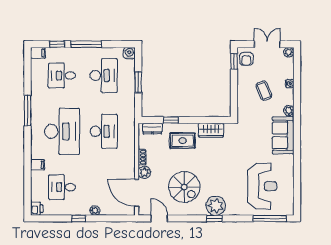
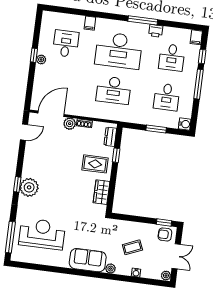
desk: (62, 76) -> (172, 57), turned 180
desk: (104, 76) -> (167, 97), width x0.73
rug: (183, 141) -> (95, 164), turned 90
reception desk: (262, 186) -> (42, 234), turned 180
spiral stairs: (184, 187) -> (51, 160), removed
printer: (37, 209) -> (156, 31), moved
plant: (95, 210) -> (41, 60), moved

